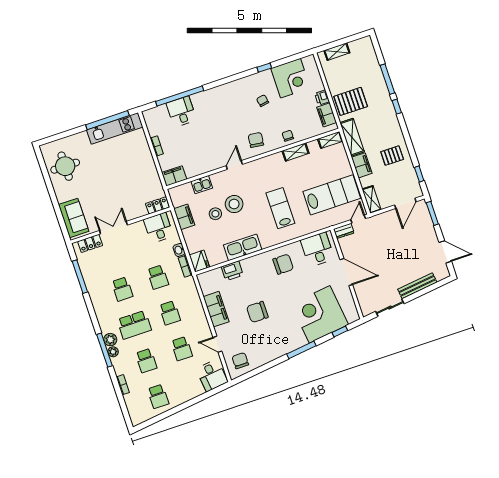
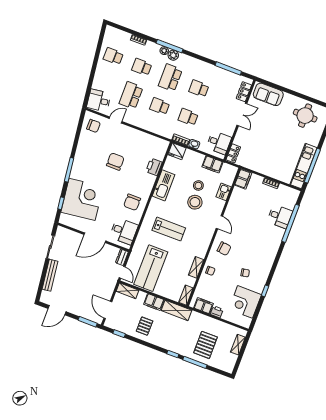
pallet: (351, 101) -> (205, 345), moved
filing cabinet: (216, 309) -> (138, 137), removed
school desk: (182, 349) -> (131, 95), width x1.85

